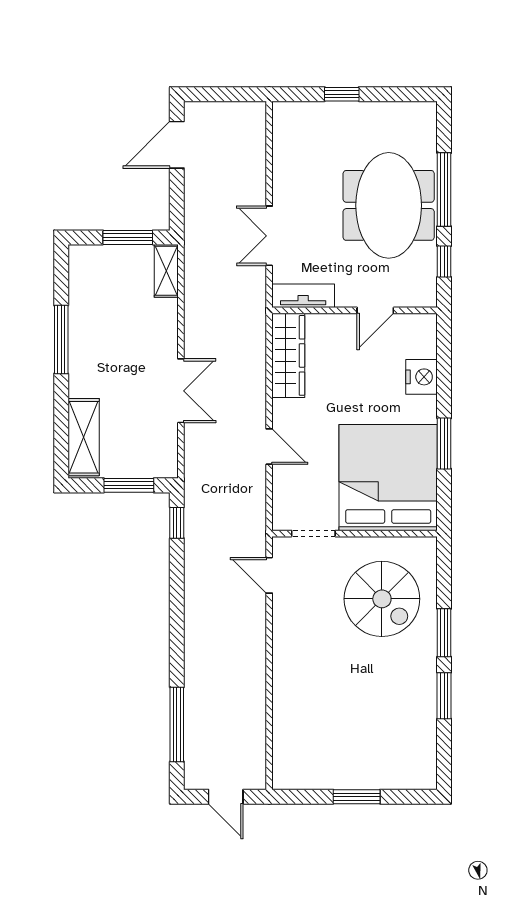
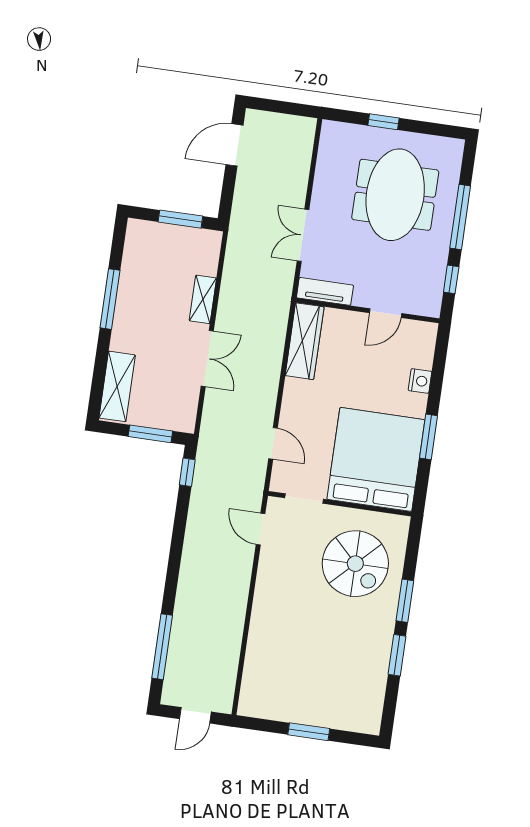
meeting table: (389, 205) -> (395, 195), moved
shelving: (166, 271) -> (203, 299), moved
nightstand: (422, 377) -> (420, 381), width x0.74, depth x0.75
door: (269, 447) -> (273, 443), moved
door: (226, 797) -> (195, 715), hinge flipped

